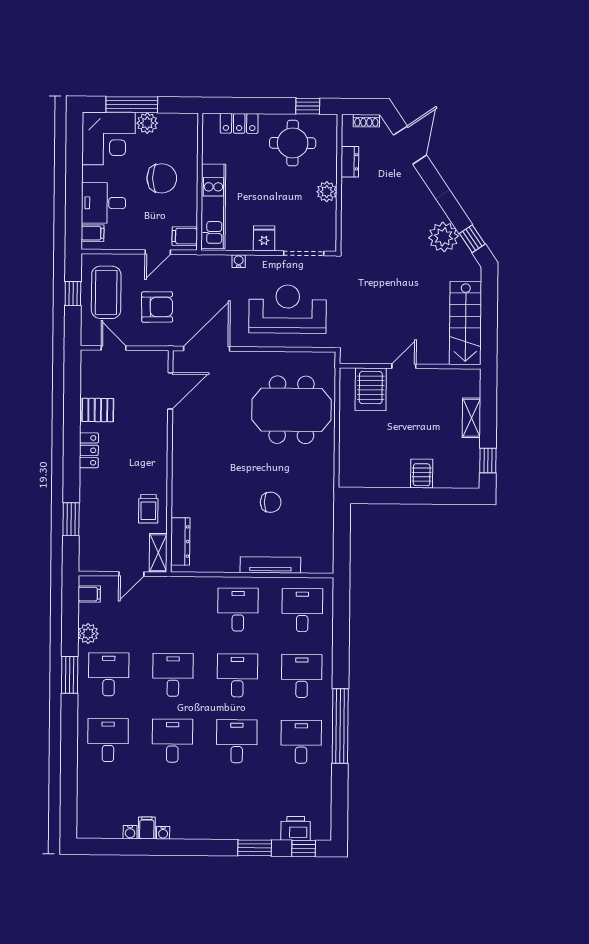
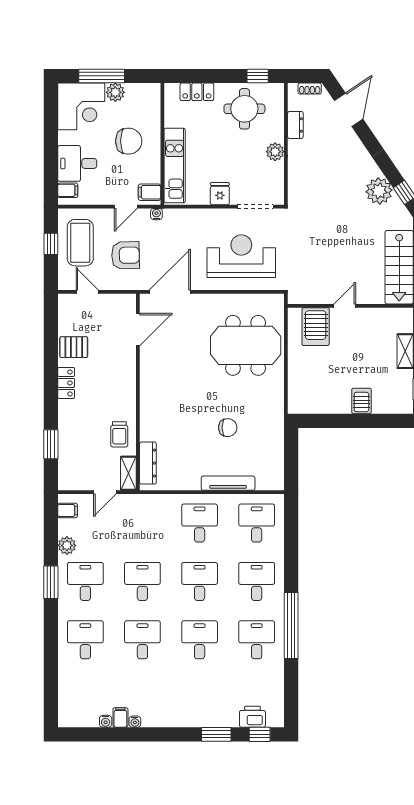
water cooler: (239, 261) -> (156, 214), moved

